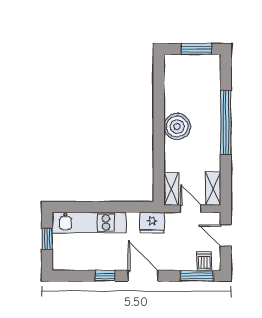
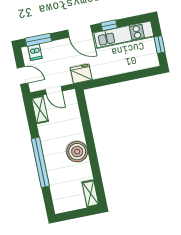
window: (196, 49) -> (75, 214), removed
shelving: (171, 189) -> (90, 194), moved
kitchen unit: (89, 223) -> (124, 35), moved, turned 180

